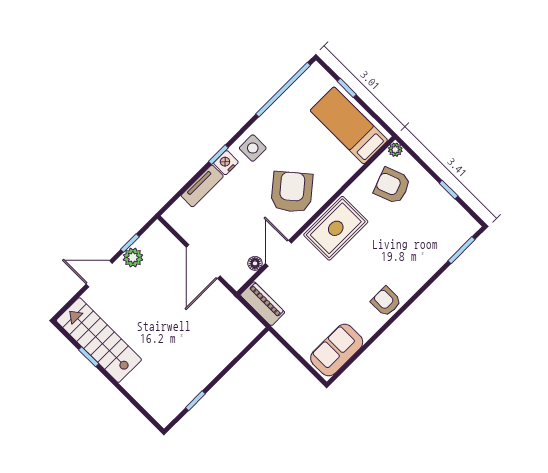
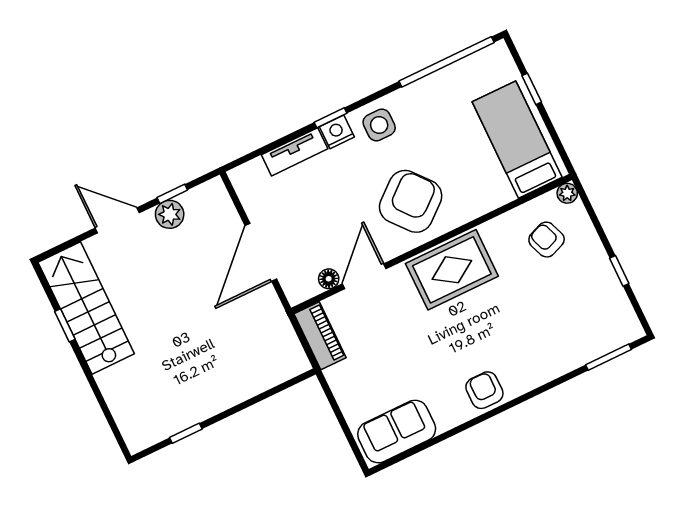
armchair: (392, 186) -> (547, 240), width x0.72, depth x0.72

